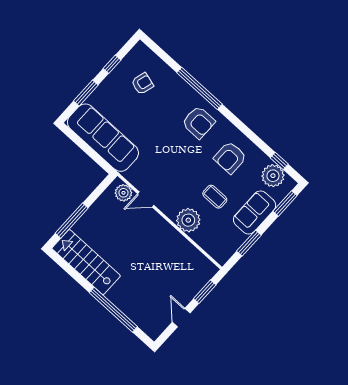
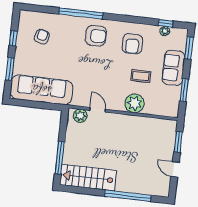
plant: (273, 176) -> (165, 31), width x0.53, depth x0.53
door: (146, 200) -> (98, 110), swing flipped

